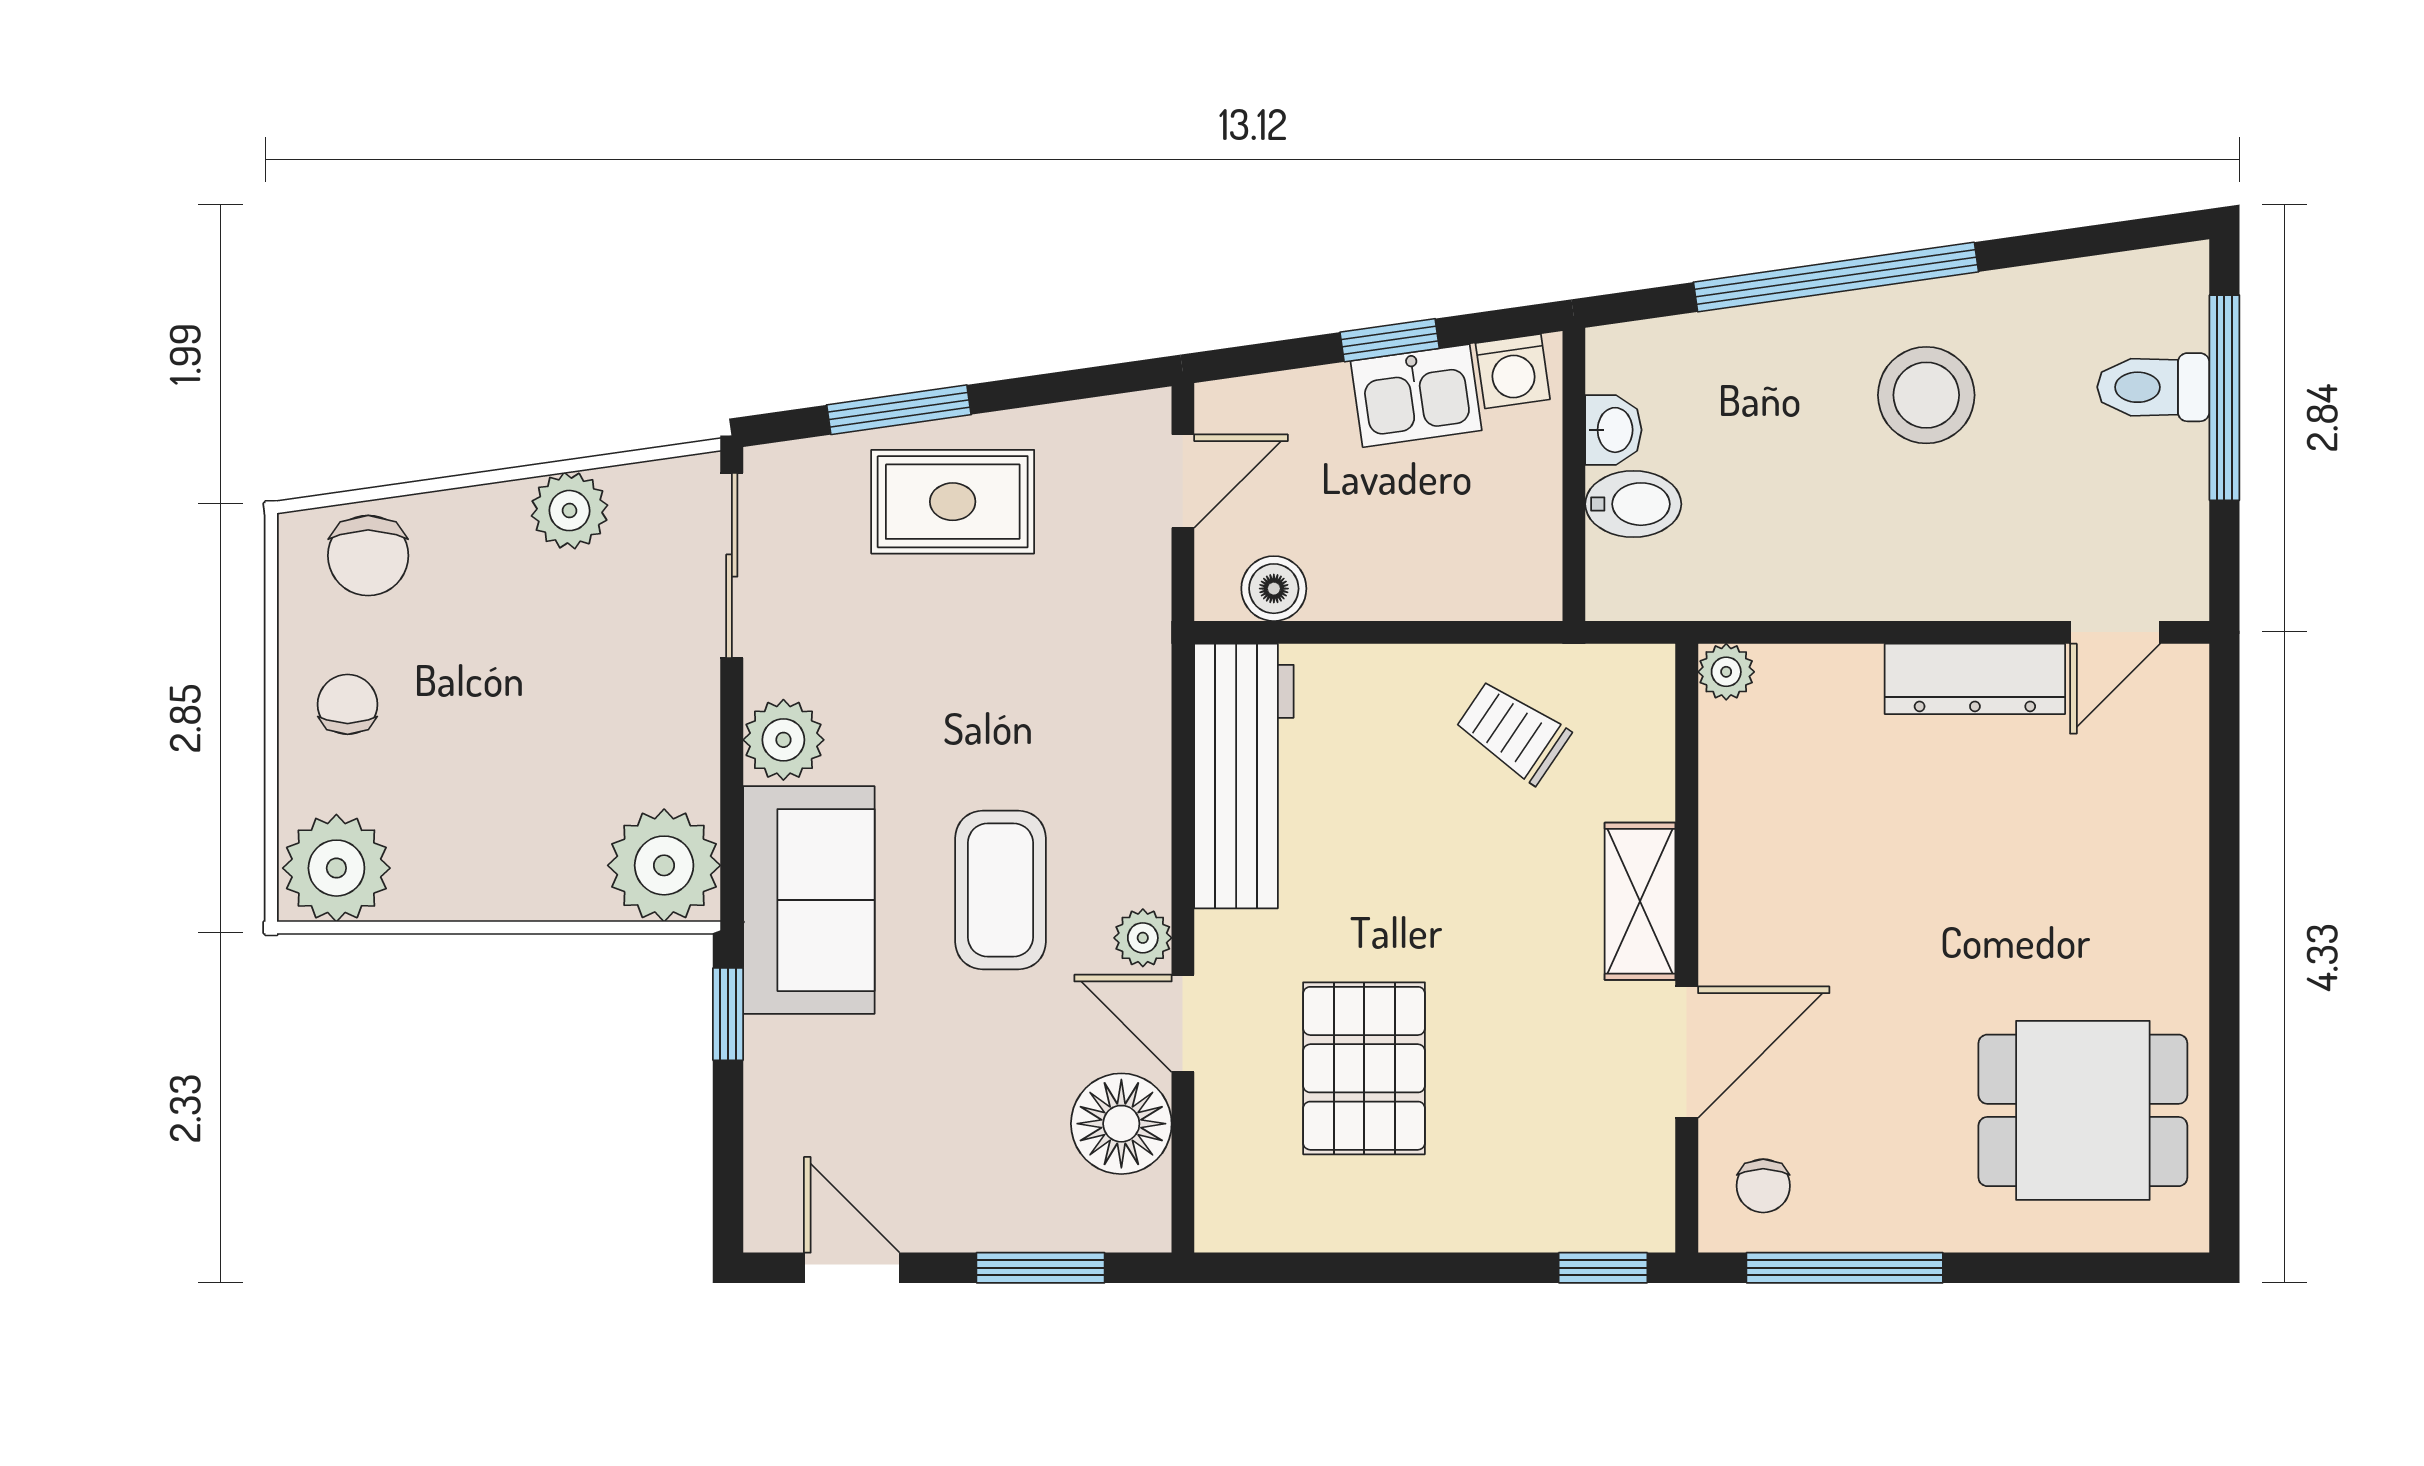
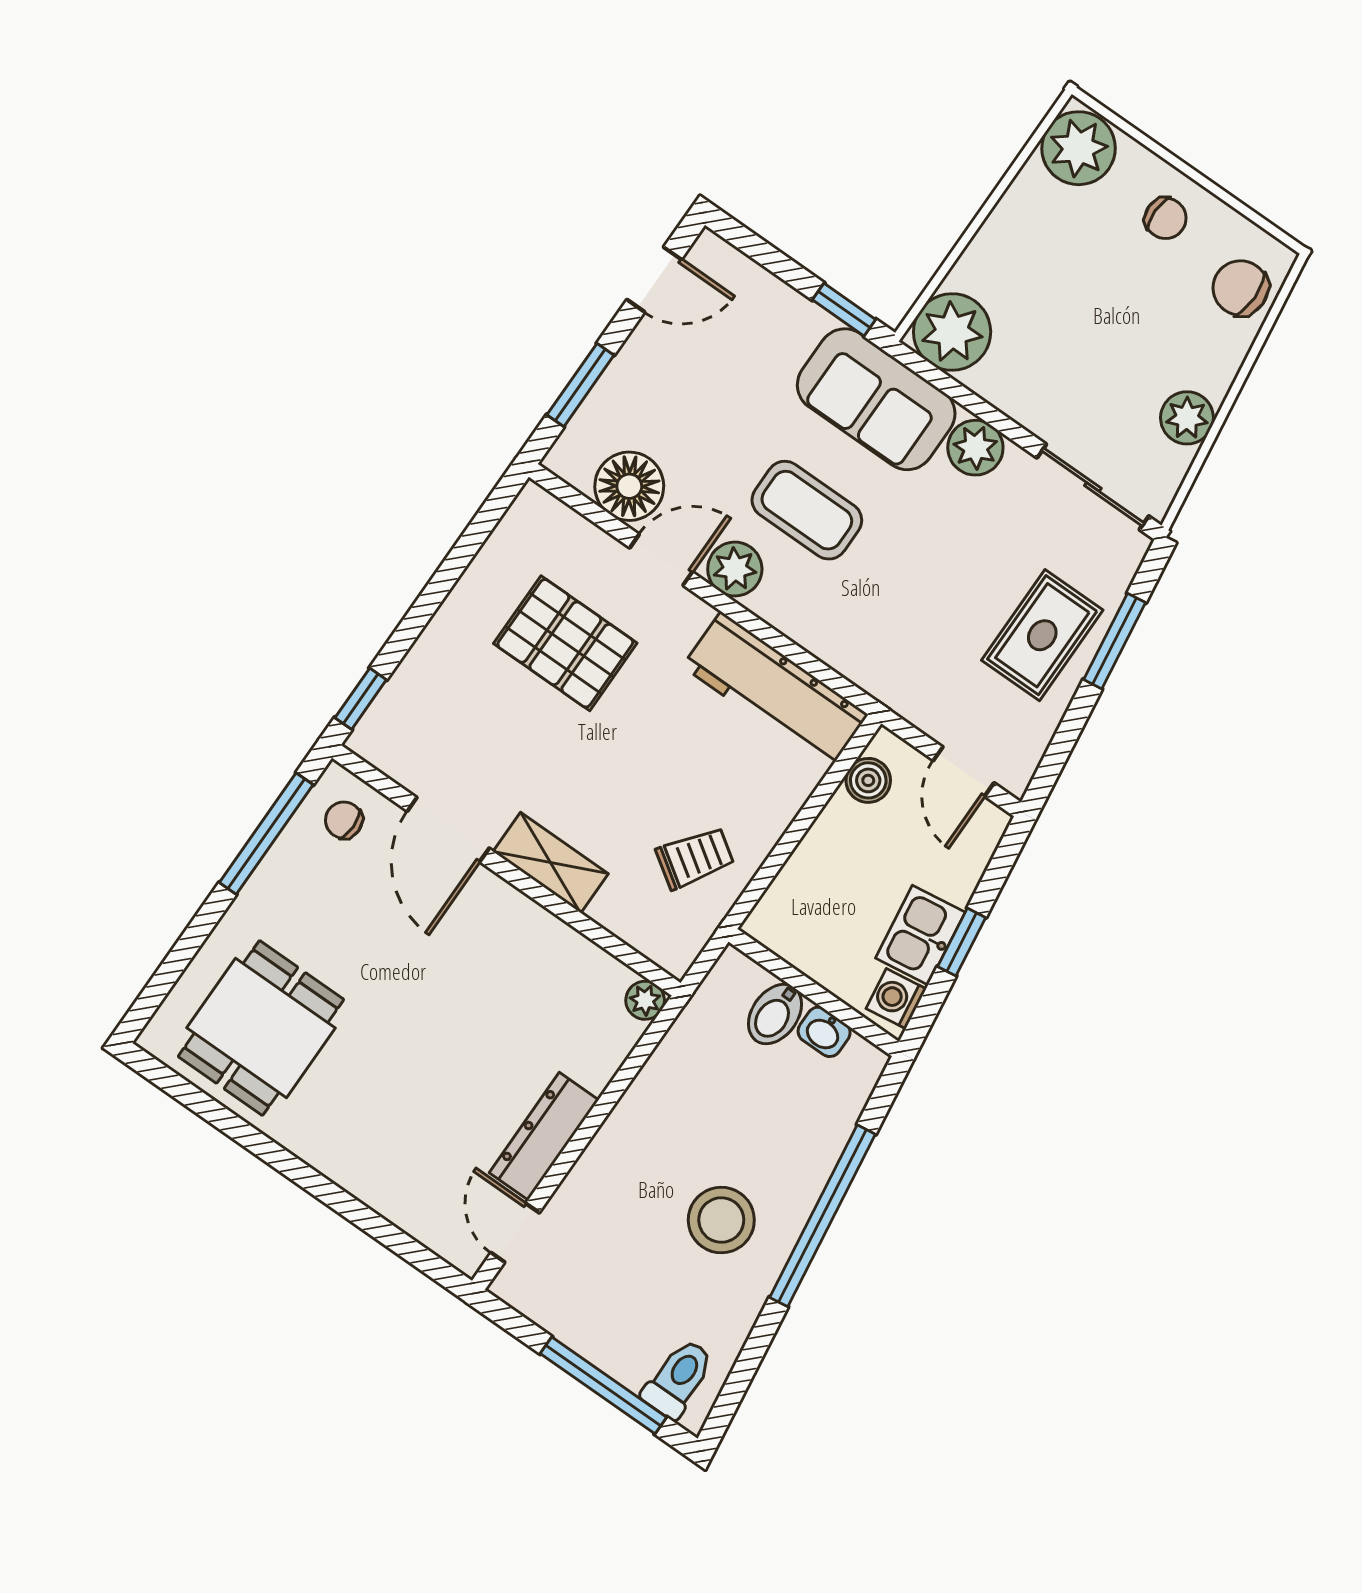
toilet: (2153, 387) -> (678, 1379), moved
plant: (1143, 938) -> (735, 569), width x1.38, depth x1.38

